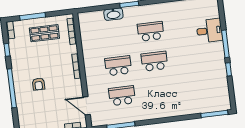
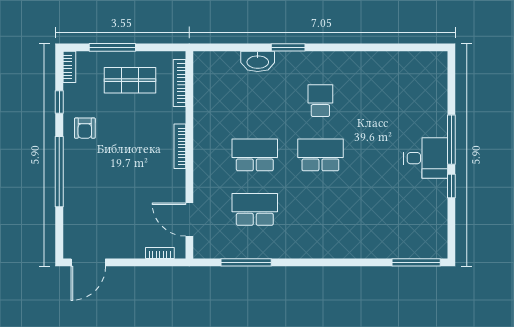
school desk: (151, 31) -> (320, 101), width x0.54
desk: (209, 31) -> (426, 158), moved
armchair: (38, 84) -> (85, 128), moved

